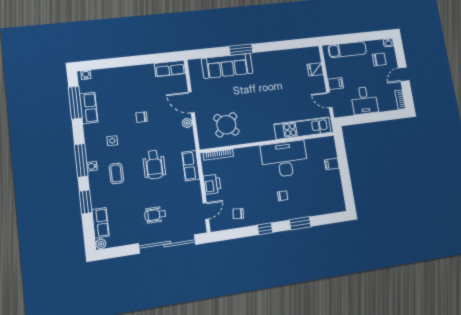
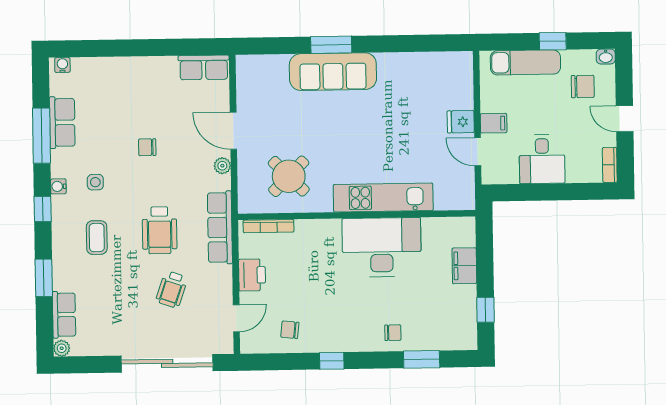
window: (360, 37) -> (553, 41), added
sofa: (227, 66) -> (333, 72), moved
fridge: (315, 69) -> (461, 122), moved
door: (404, 74) -> (625, 119), hinge flipped
window: (75, 103) -> (41, 136), moved
kitchen unit: (303, 128) -> (383, 197), moved
window: (81, 160) -> (43, 209), width x0.46
filing cabinet: (332, 164) -> (464, 266), width x2.00
water cooler: (92, 166) -> (58, 186), moved
row of seats: (191, 166) -> (220, 227), width x1.48
window: (347, 187) -> (485, 310), added
chair: (283, 196) -> (393, 333), moved
wheelchair: (155, 215) -> (172, 289), moved, turned -71
window: (300, 223) -> (422, 359), moved

